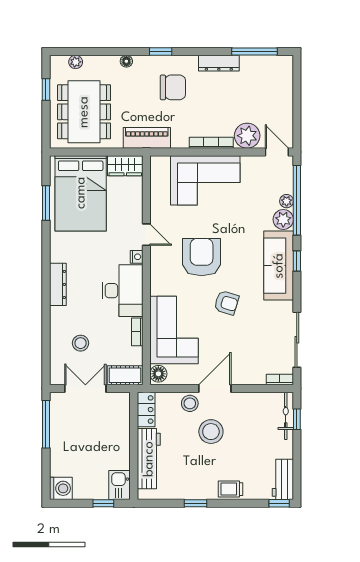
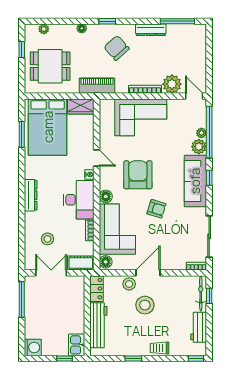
chair: (173, 87) -> (117, 48), turned -132
dining table: (84, 112) -> (50, 66), width x0.73
floor lamp: (159, 286) -> (106, 196), added
workbench: (283, 479) -> (199, 327), moved

